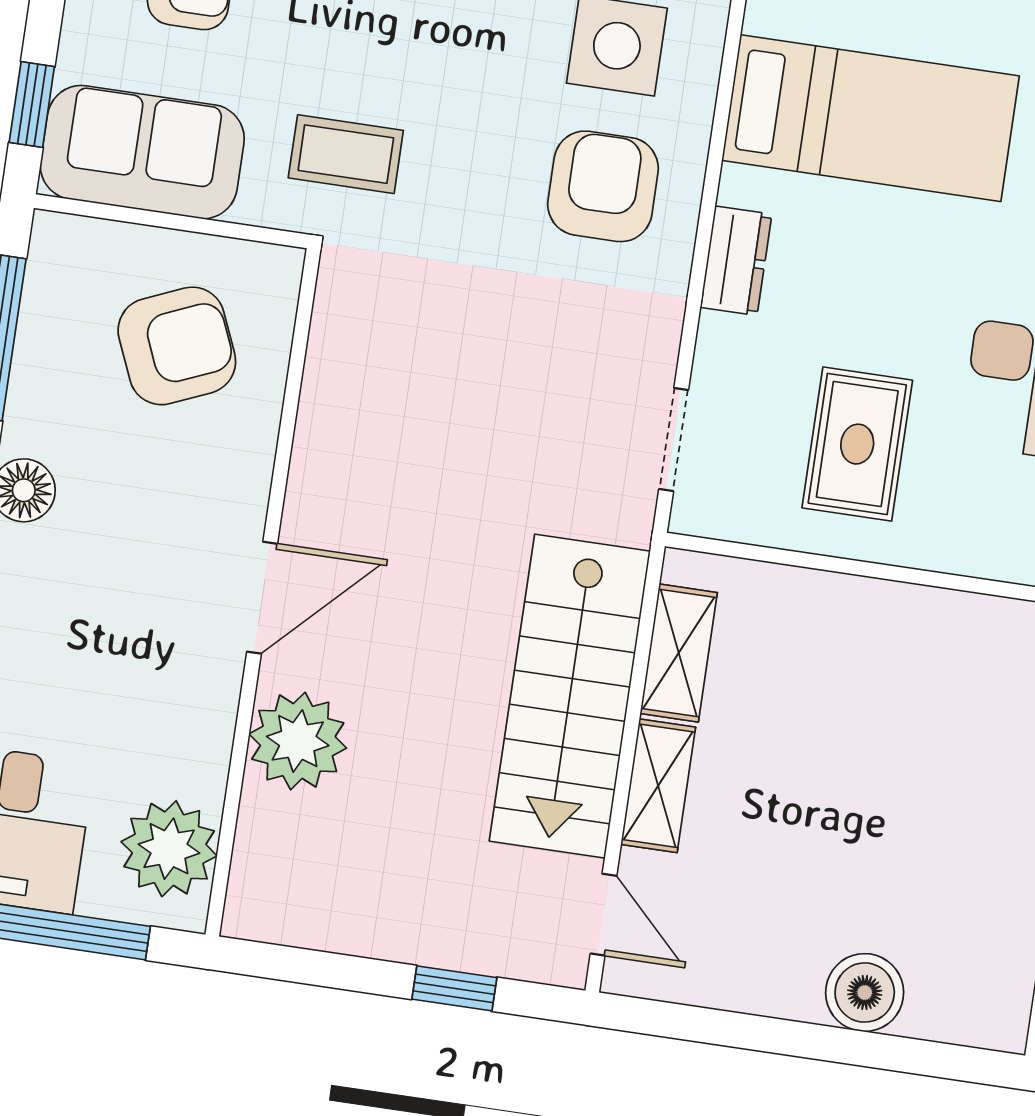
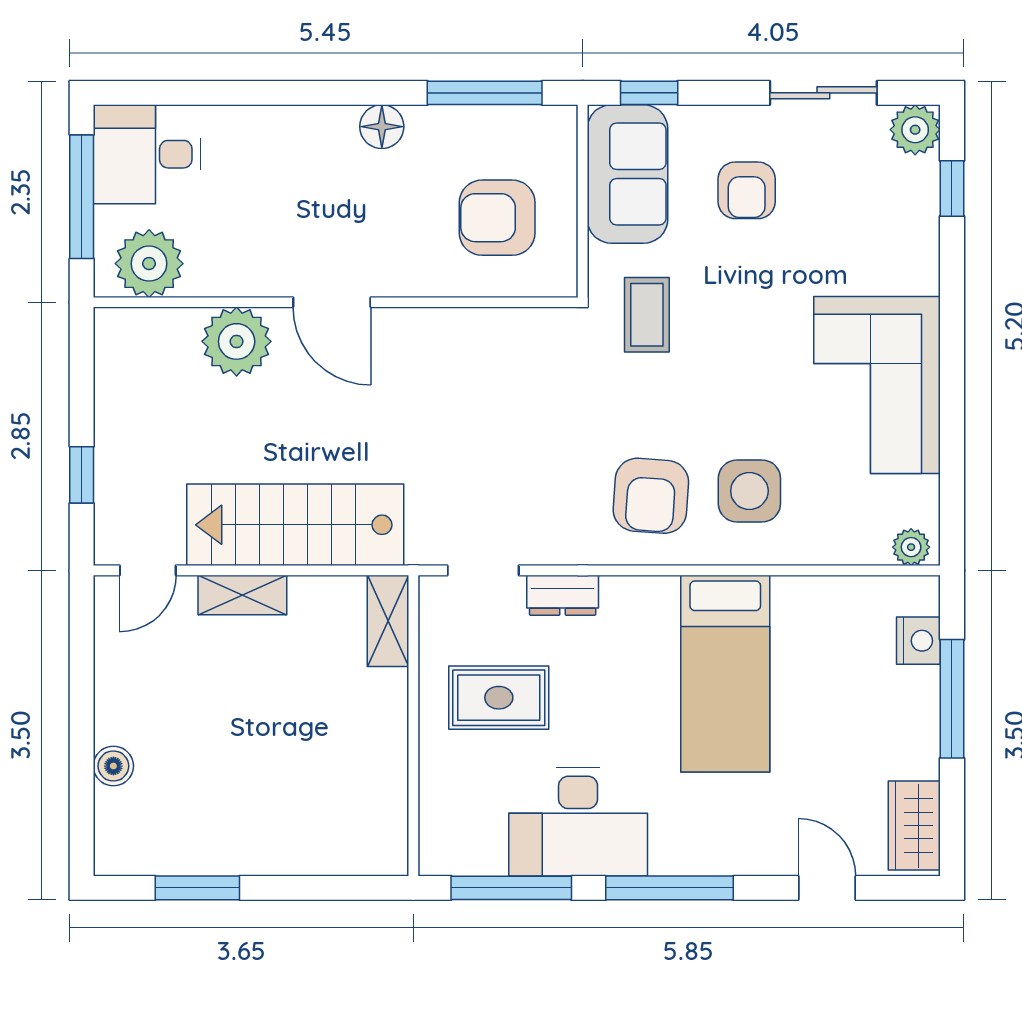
armchair: (603, 186) -> (651, 496), turned 94
dresser: (736, 261) -> (563, 595), moved
armchair: (177, 346) -> (497, 218), turned 113
shelving: (679, 653) -> (388, 621), moved, turned 90
boiler: (865, 993) -> (113, 766), width x0.73, depth x0.73

